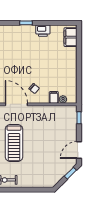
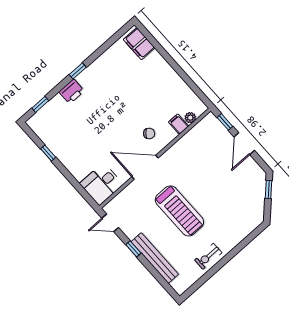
printer: (43, 31) -> (72, 91), moved
door: (79, 150) -> (244, 144), moved

